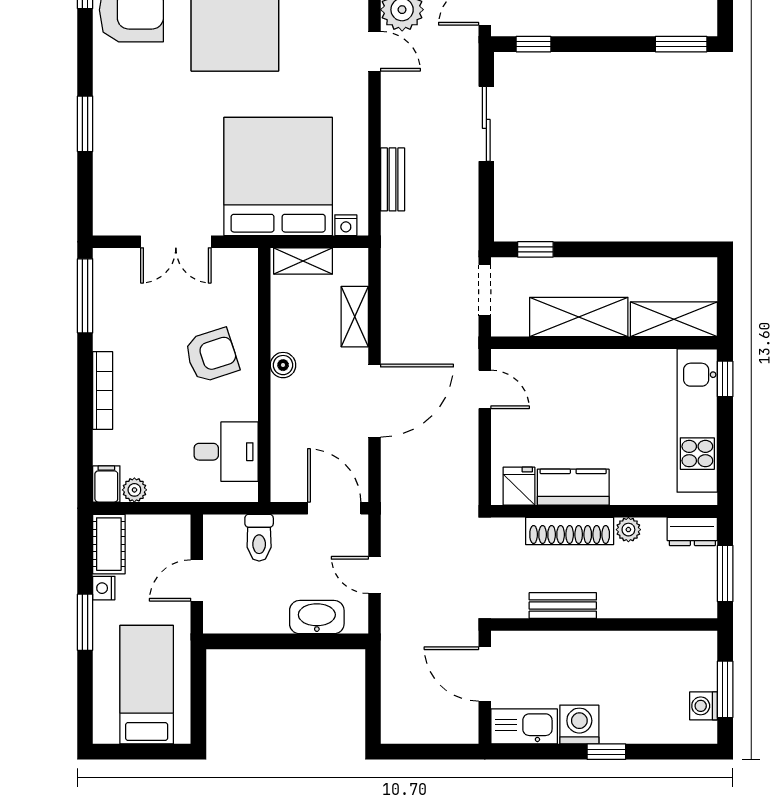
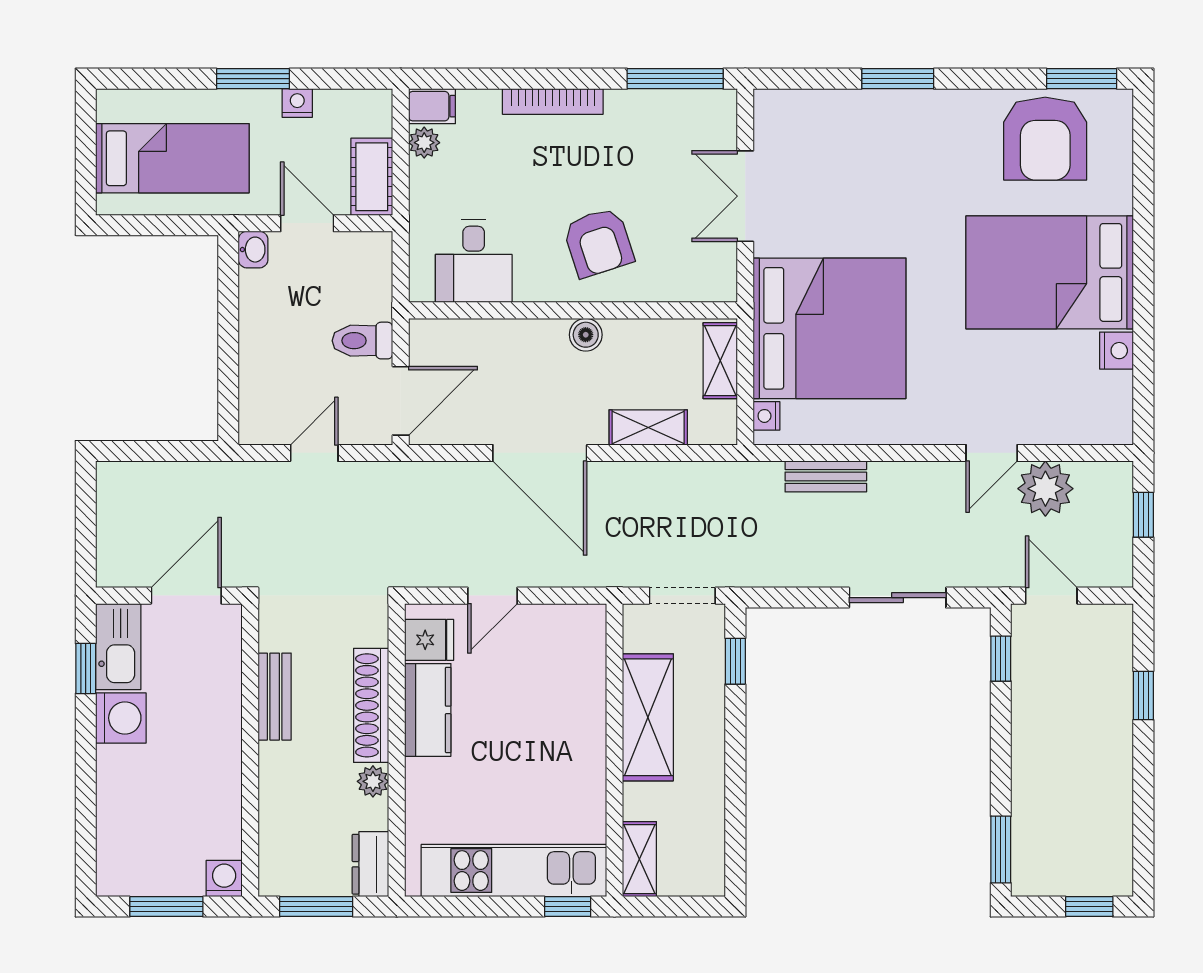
shelving: (674, 319) -> (639, 859), width x0.67, depth x0.75
door: (485, 389) -> (492, 596), moved
toilet: (259, 538) -> (362, 341), moved
cot: (109, 544) -> (372, 177), moved, turned 90
washbasin: (317, 617) -> (253, 250), moved, width x0.52, depth x0.69
washing machine: (704, 706) -> (224, 879), moved
window: (606, 752) -> (86, 669), moved

